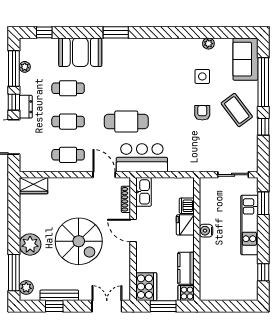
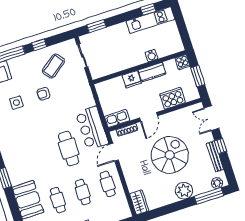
coffee table: (237, 110) -> (53, 66), moved
dishwasher: (187, 206) -> (117, 83), removed
kitchen unit: (249, 225) -> (150, 20), moved
water cooler: (206, 231) -> (151, 56), moved
kitchen counter: (186, 268) -> (152, 72), moved
cooker: (146, 287) -> (173, 98), moved
window: (54, 306) -> (220, 146), moved

